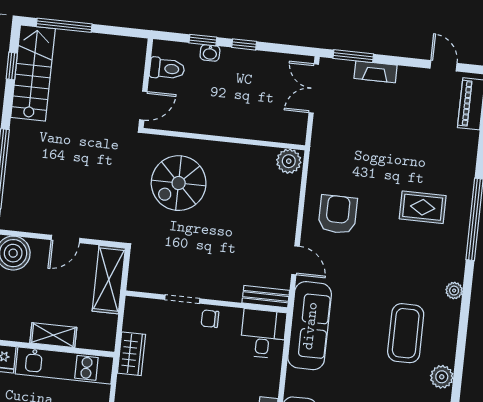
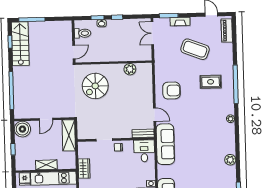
plant: (289, 161) -> (130, 69), moved
armchair: (338, 214) -> (171, 91), turned 90
coffee table: (406, 333) -> (195, 49), moved, turned -69

